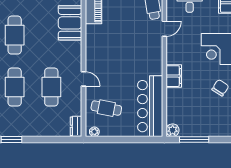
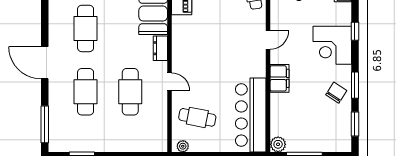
door: (164, 29) -> (268, 40), moved
dresser: (76, 126) -> (160, 48), moved

